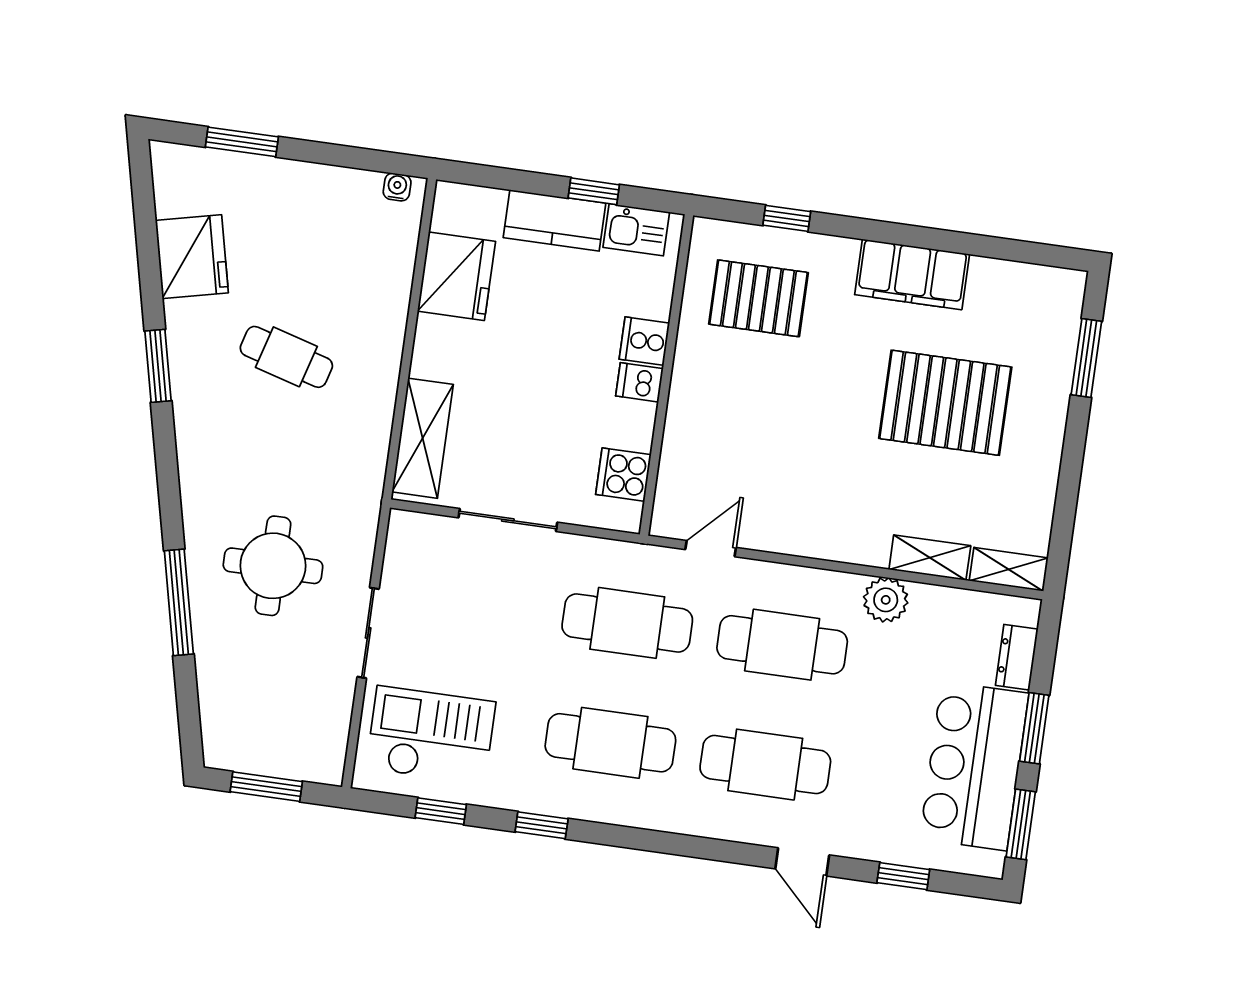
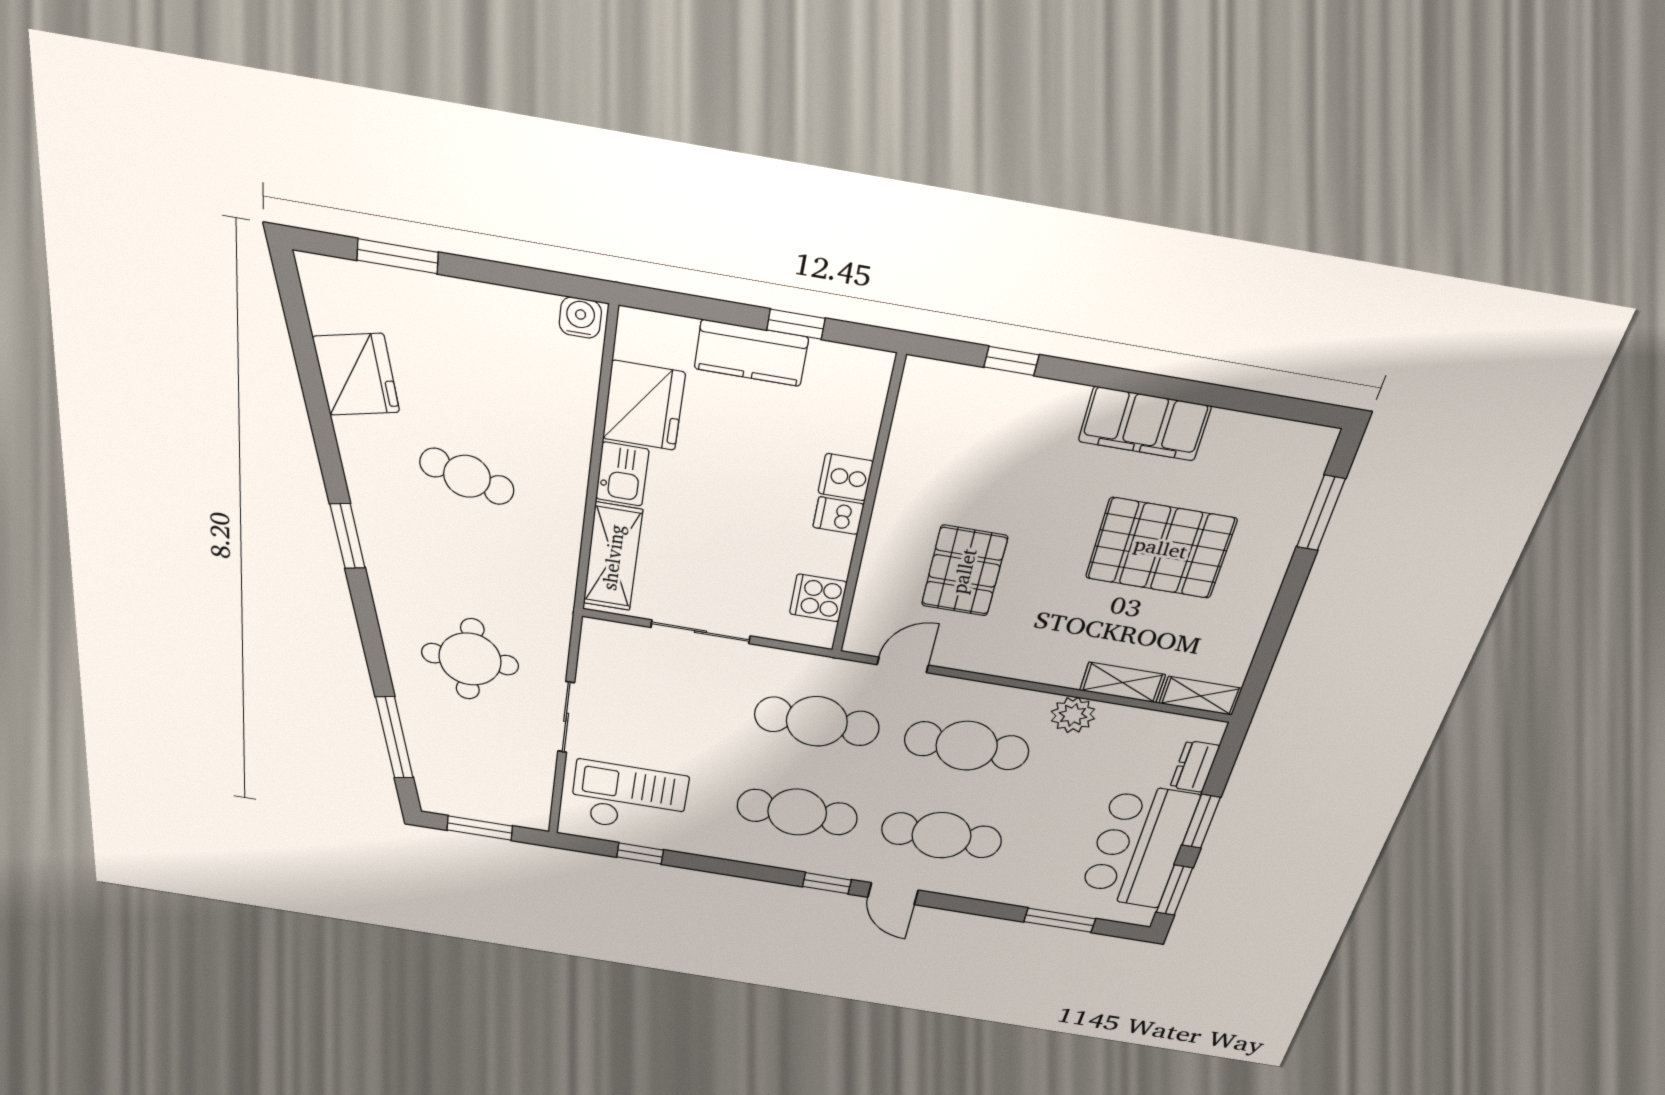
water cooler: (397, 187) -> (580, 318), width x1.38, depth x1.38
kitchen sink: (636, 230) -> (622, 474), moved, turned -90
pallet: (758, 298) -> (964, 571), moved, turned 90
window: (158, 366) -> (348, 536), moved
window: (179, 602) -> (395, 738), moved
window: (542, 825) -> (827, 883), moved
door: (802, 862) -> (893, 894), moved
window: (903, 876) -> (1060, 920), width x1.50

